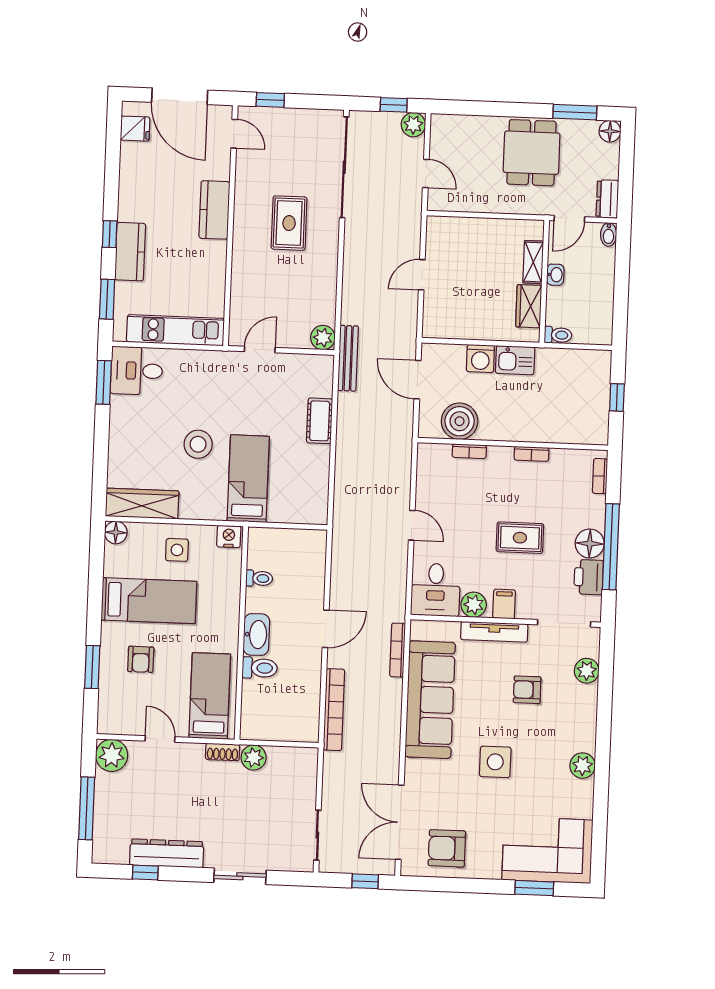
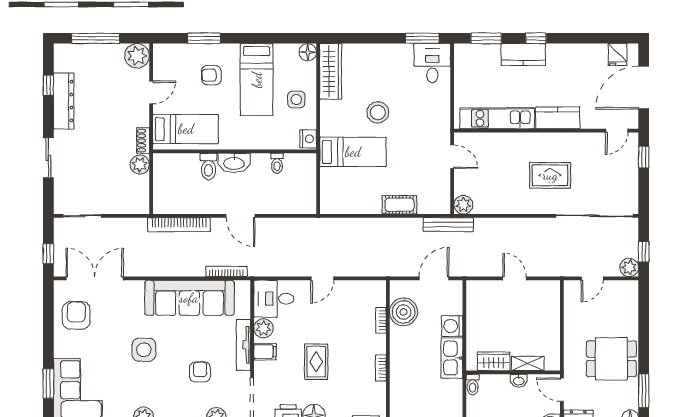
kitchen unit: (175, 330) -> (497, 118), moved, turned -90
kitchen sink: (515, 360) -> (452, 358), width x1.38

